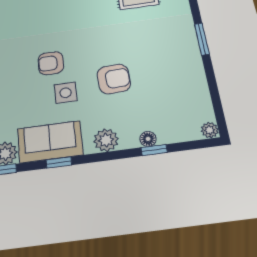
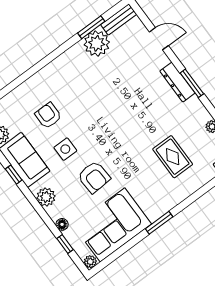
armchair: (51, 63) -> (48, 116), moved
corner sofa: (179, 86) -> (112, 225), added
window: (154, 150) -> (65, 244), moved

